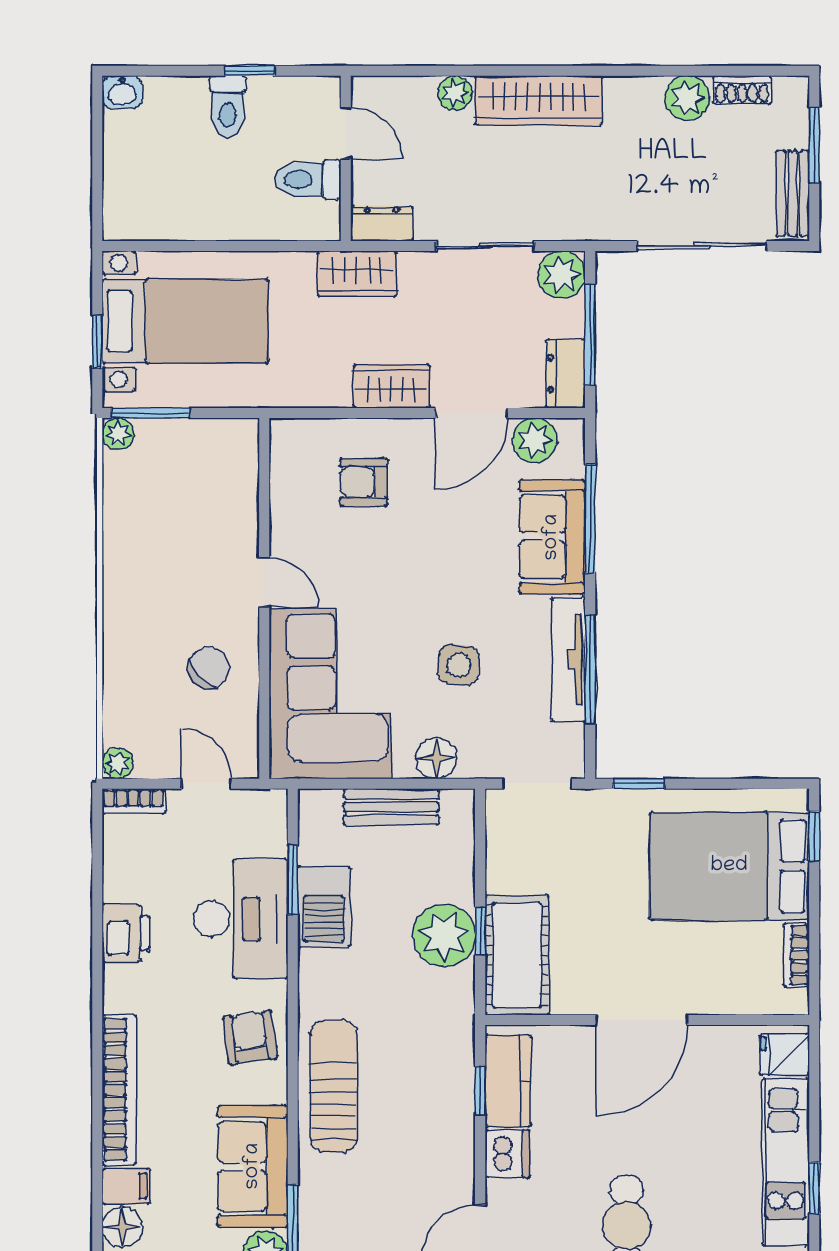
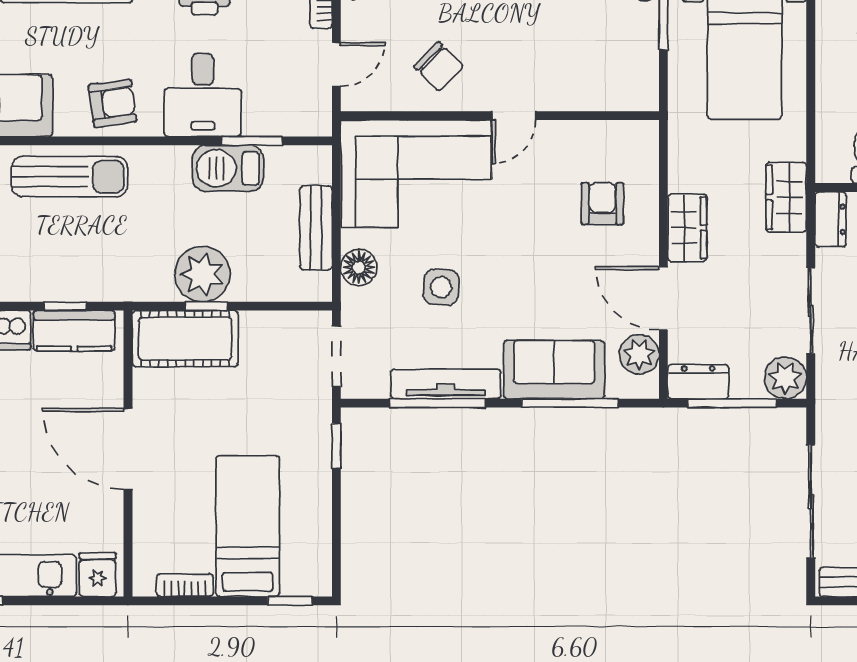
bed: (729, 866) -> (248, 526), width x0.67
desk: (241, 919) -> (203, 95), width x0.73

